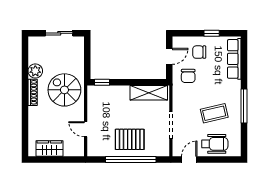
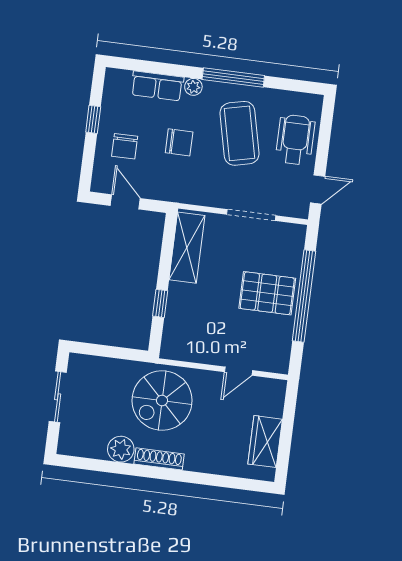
row of seats: (234, 59) -> (157, 86), width x0.68
chair: (188, 76) -> (179, 142), moved
window: (102, 82) -> (160, 303), moved
plant: (236, 85) -> (193, 87), added
coffee table: (214, 113) -> (240, 133), width x1.36, depth x1.32
pallet: (130, 139) -> (267, 293), turned 90
door: (189, 159) -> (318, 189), swing flipped

